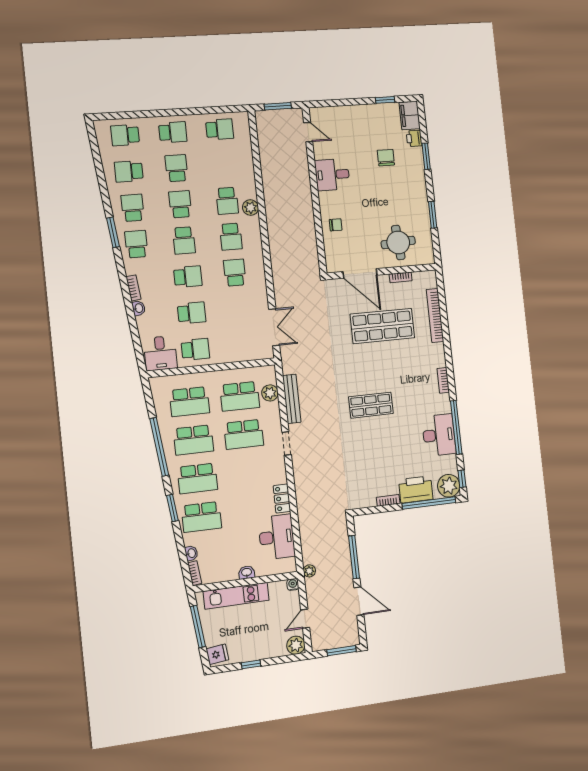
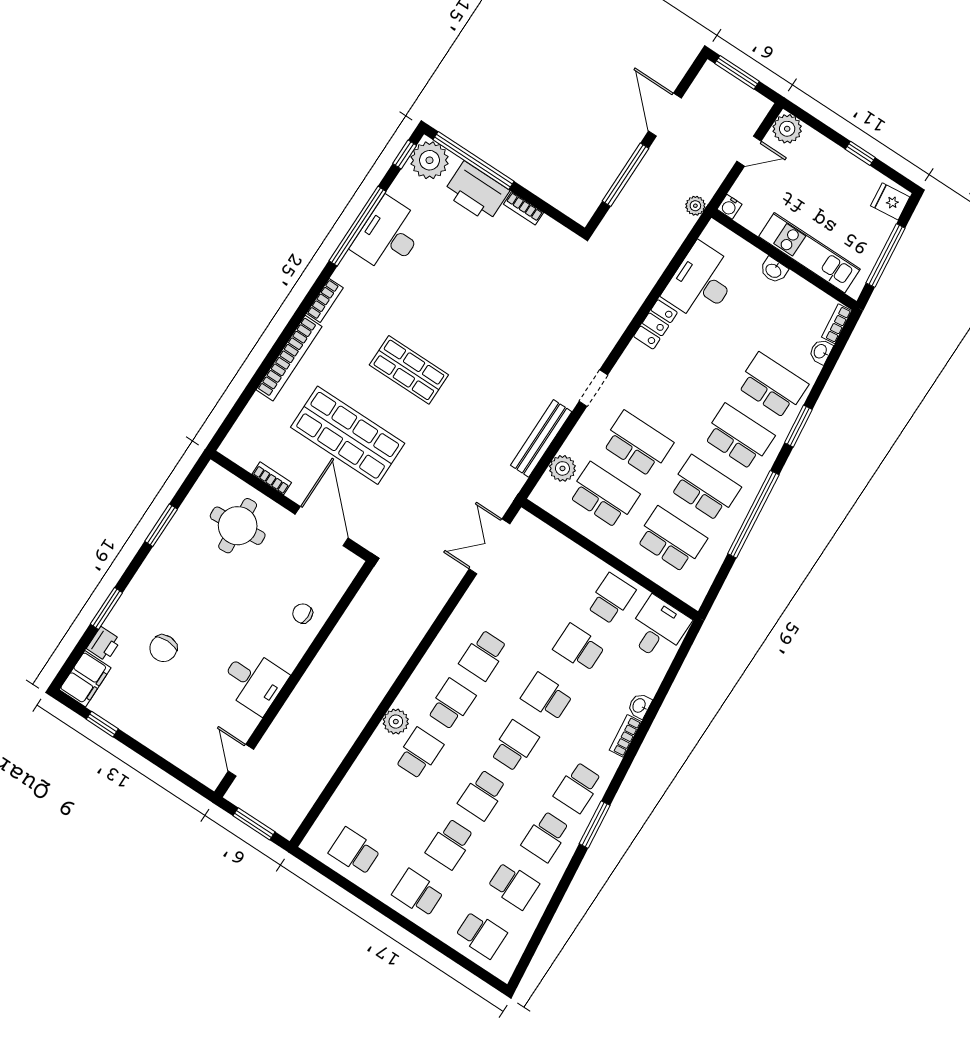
bookcase: (435, 316) -> (289, 358), moved
school desk: (195, 349) -> (611, 599), turned 90
shop shelf: (371, 405) -> (409, 370), moved

